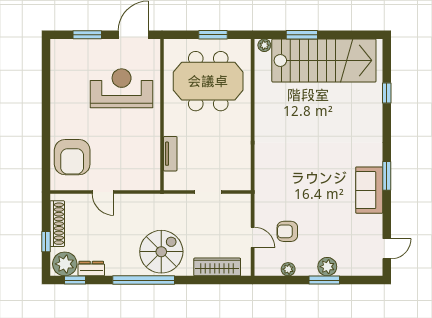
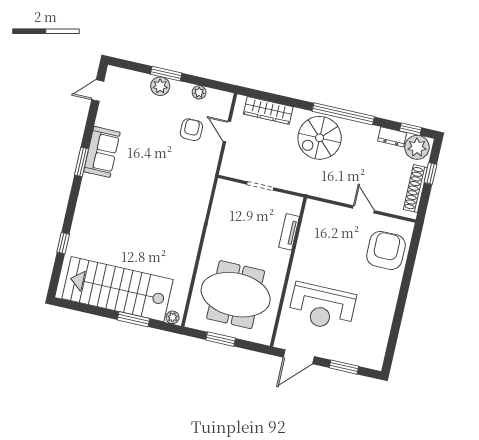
armchair: (287, 231) -> (191, 130), turned -90

